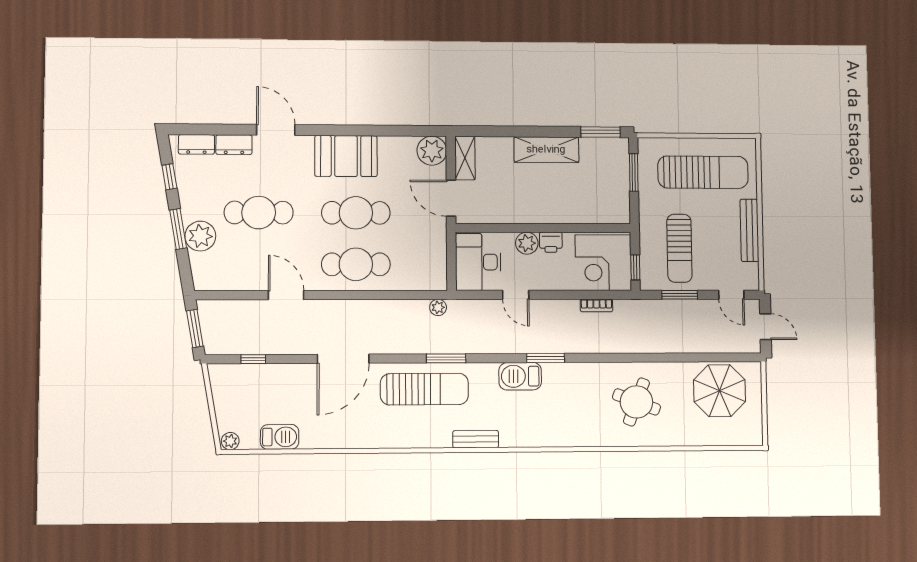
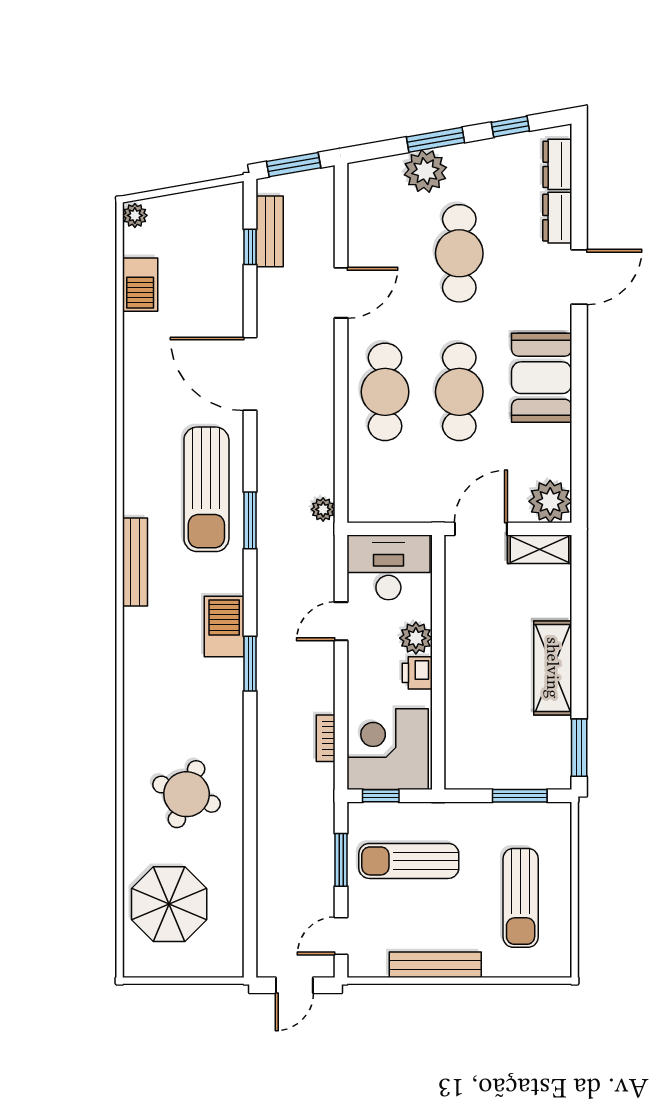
sun lounger: (703, 172) -> (521, 898), width x0.73, depth x0.75
bench: (242, 345) -> (270, 231), added
parasol: (719, 391) -> (169, 904), moved
bench: (476, 439) -> (135, 562), width x1.36

